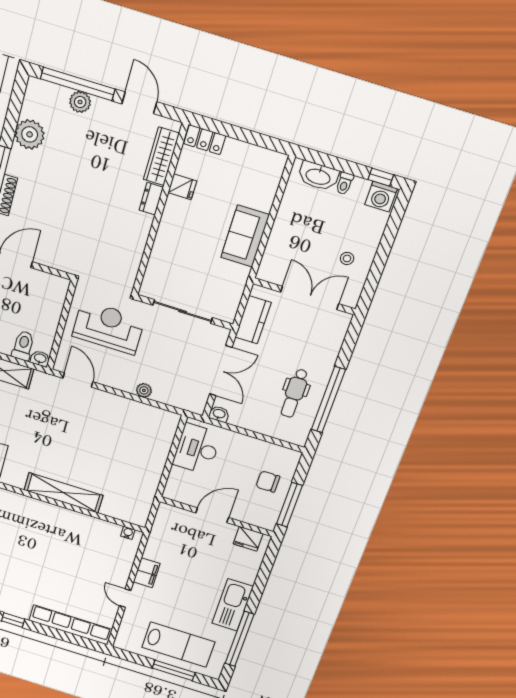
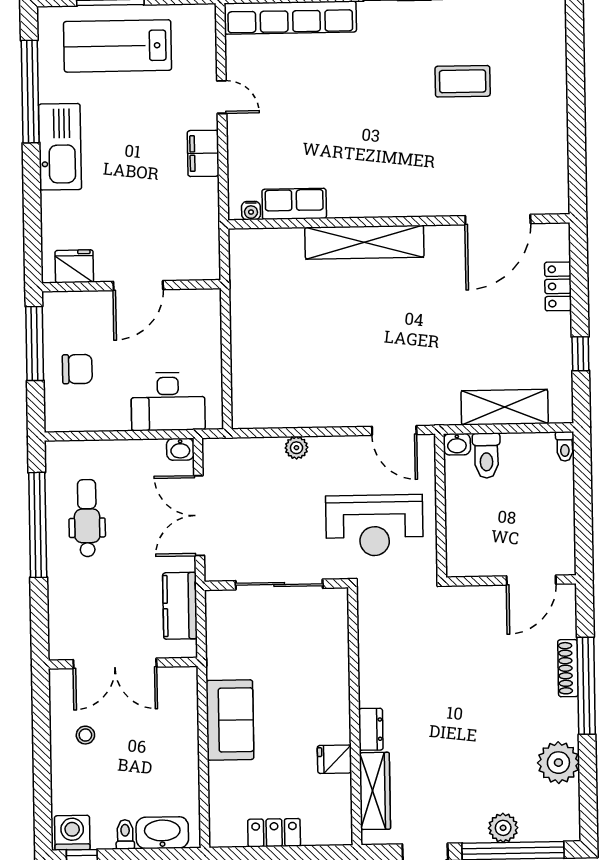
locker: (205, 140) -> (274, 833), moved
desk: (197, 449) -> (168, 402), moved, turned 90
row of seats: (100, 528) -> (294, 204), added

